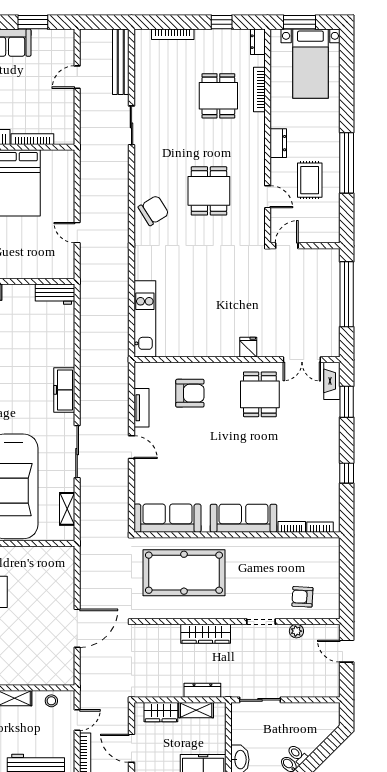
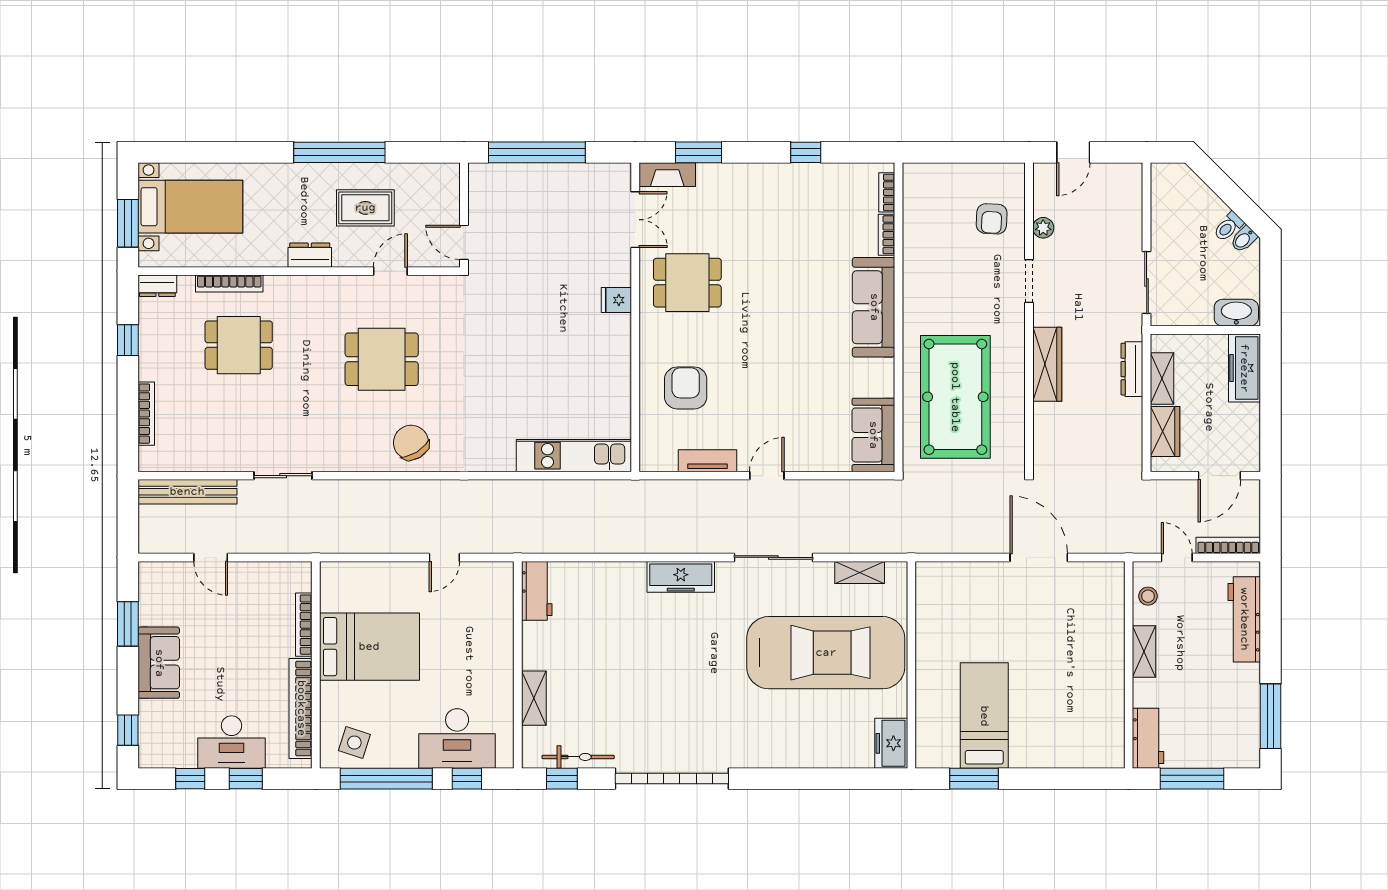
sofa: (167, 518) -> (873, 435), width x0.73

